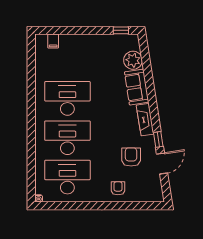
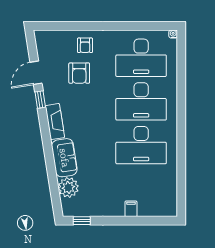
filing cabinet: (53, 41) -> (131, 209), moved
armchair: (131, 157) -> (79, 73), moved

